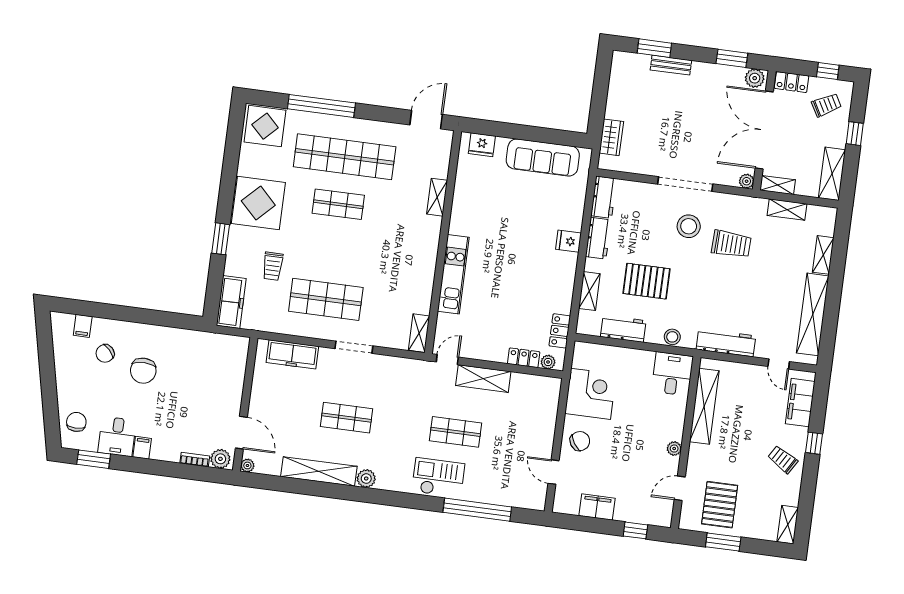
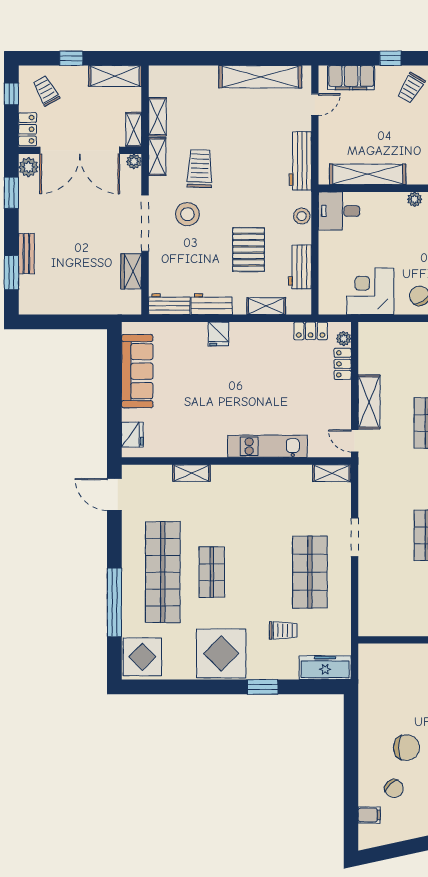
wardrobe: (611, 137) -> (131, 271), moved, turned -90
shelving: (823, 255) -> (157, 157), moved, turned 90
freezer: (292, 354) -> (370, 599), removed

